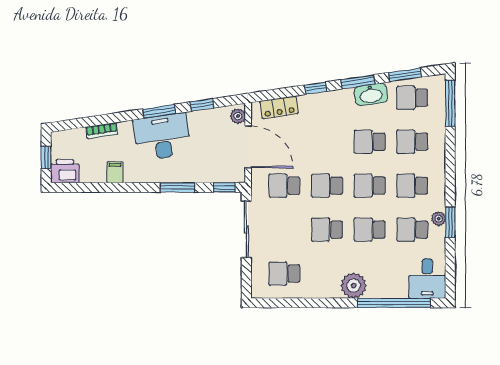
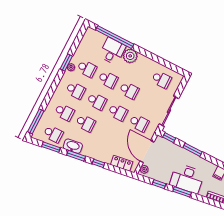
desk: (427, 279) -> (112, 51), moved

